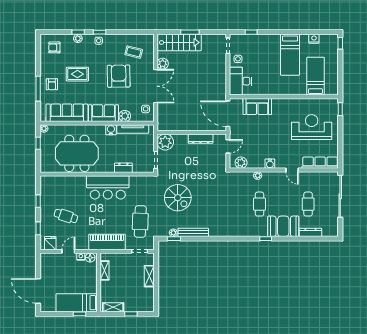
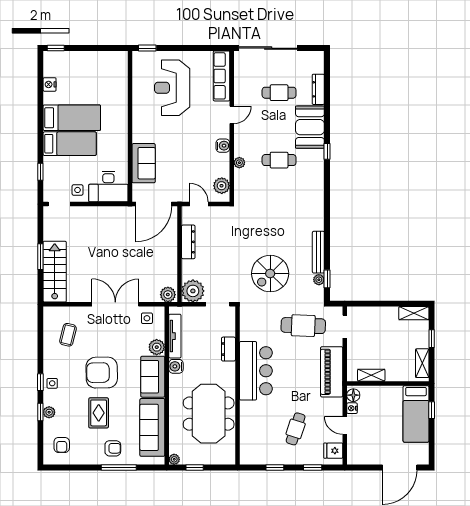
plant: (163, 64) -> (168, 295), moved
armchair: (119, 76) -> (102, 373), moved
bed: (316, 76) -> (70, 144), moved, turned 180
spiral stairs: (178, 198) -> (270, 274), turned 180
shelving: (149, 276) -> (414, 313), moved

